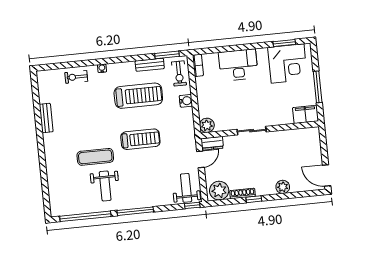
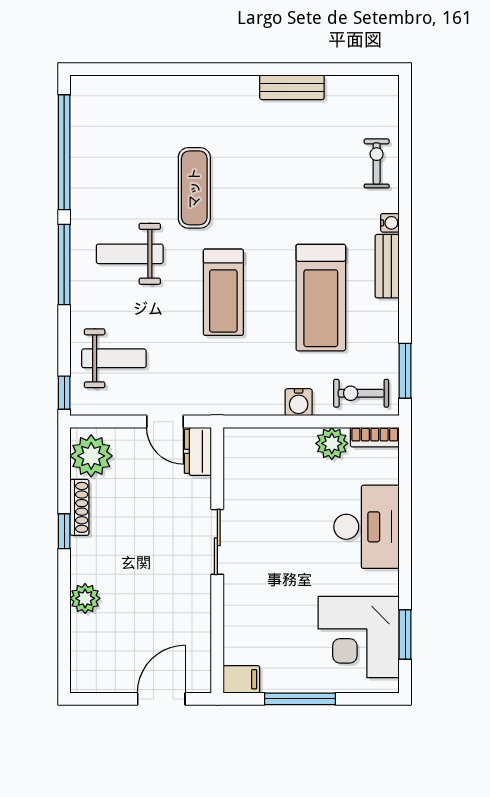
bench: (150, 65) -> (387, 266), moved
filing cabinet: (306, 114) -> (241, 679), width x0.50
plant: (207, 125) -> (332, 443), moved
door: (327, 175) -> (161, 699), moved
weight bench: (105, 186) -> (130, 254), moved
weight bench: (186, 188) -> (114, 358), moved

